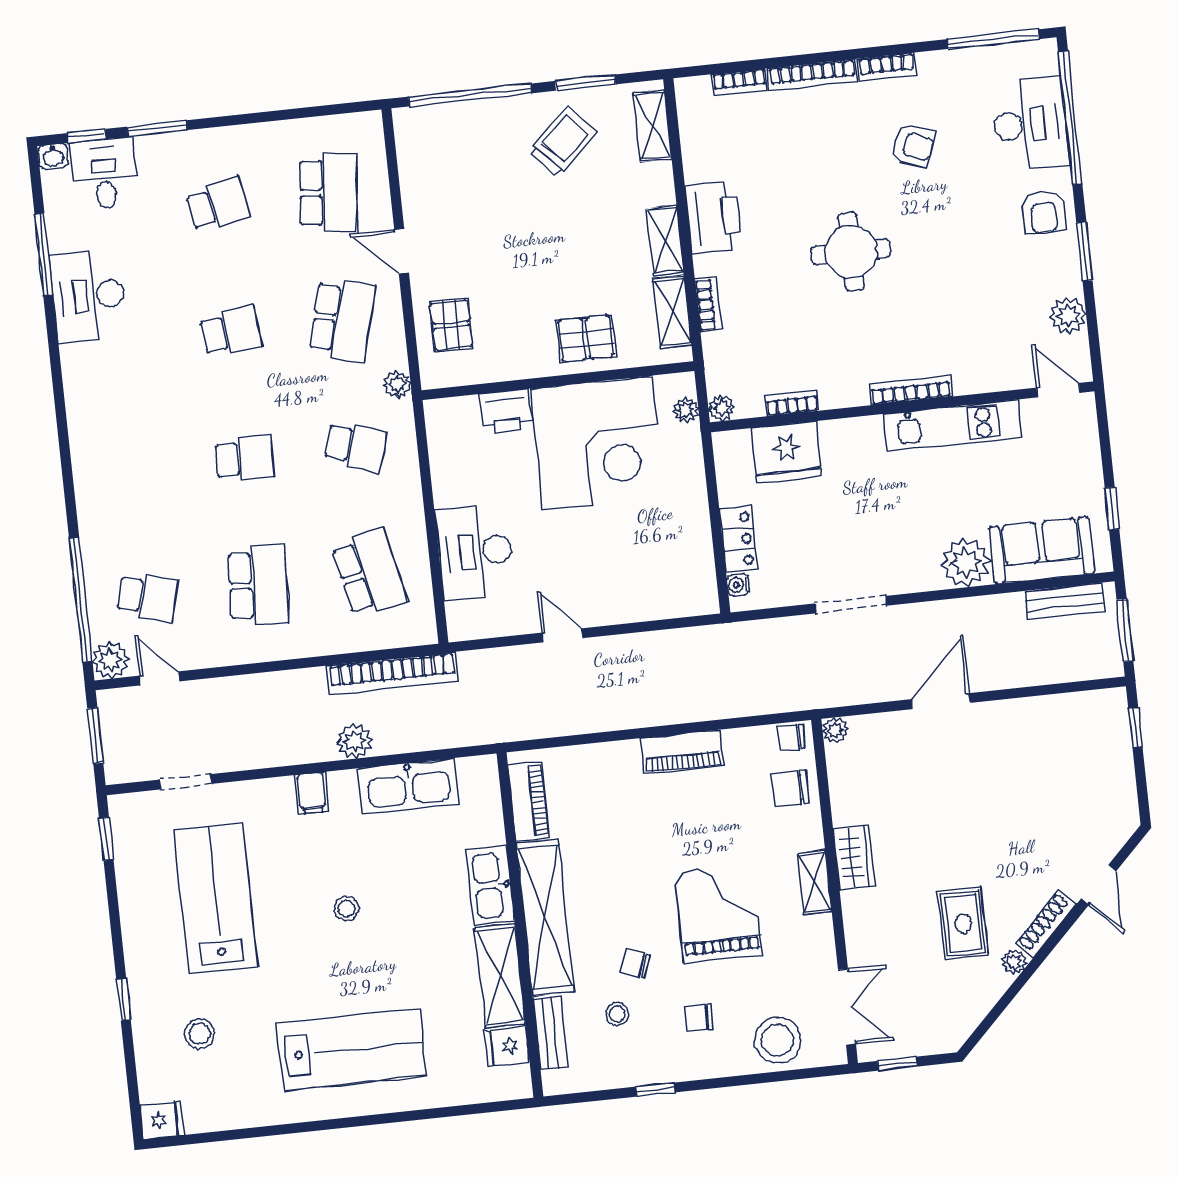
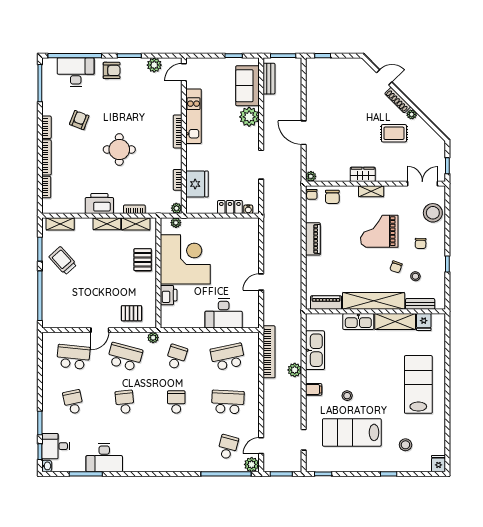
stool: (346, 908) -> (347, 396), moved

